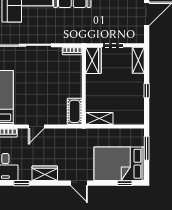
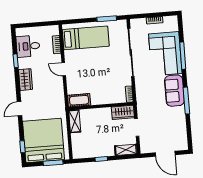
bed: (119, 164) -> (44, 140), width x1.36

